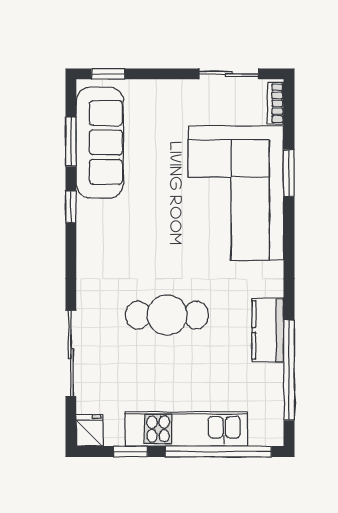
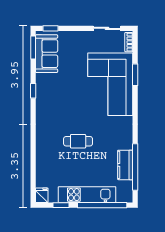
window: (71, 142) -> (33, 48), moved
sofa: (100, 142) -> (47, 54), width x0.73
cafe table: (167, 315) -> (78, 141), width x0.73, depth x0.74
kitchen counter: (268, 330) -> (125, 165), moved
sliding door: (71, 353) -> (33, 159), removed

